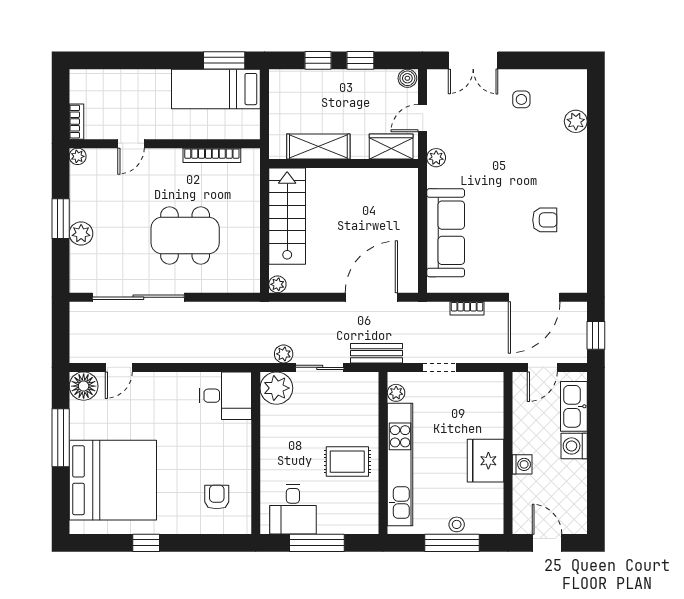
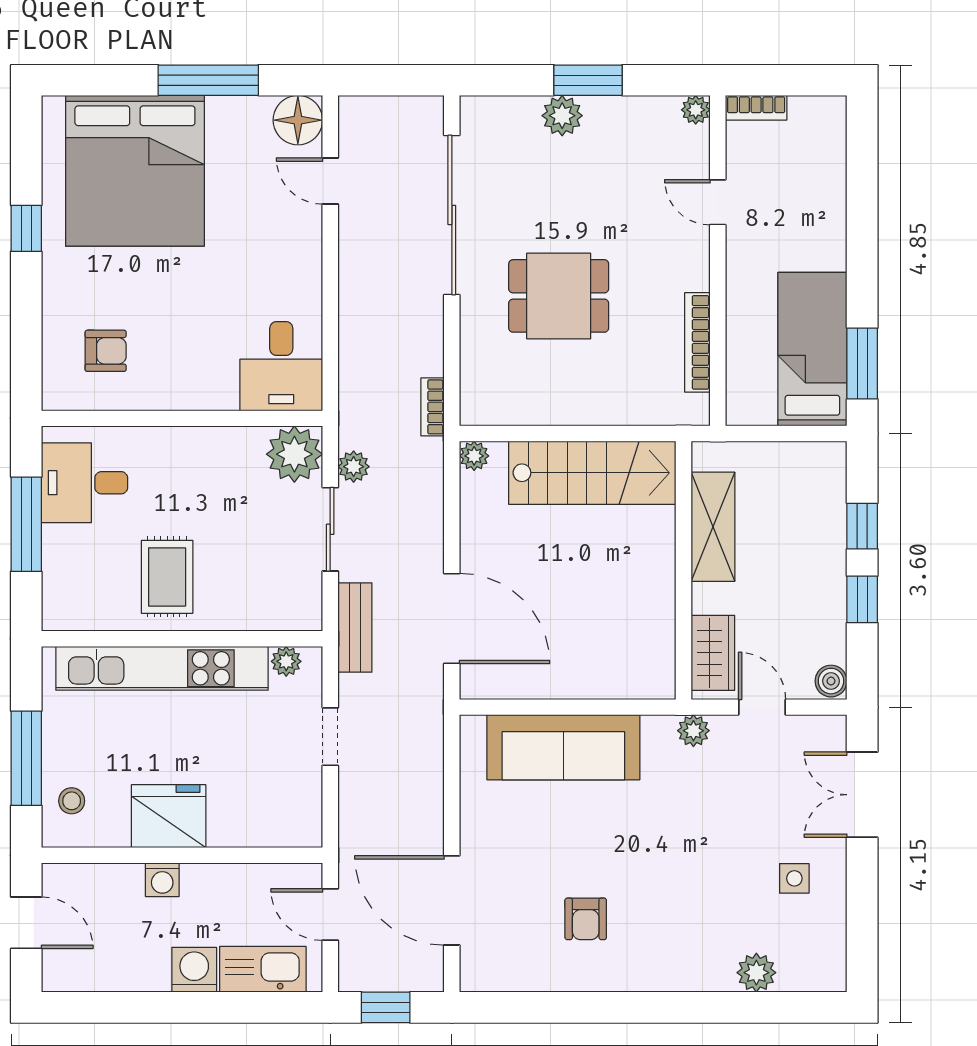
dining table: (185, 235) -> (559, 296), width x0.73
bookcase: (467, 308) -> (433, 407), moved
stool: (457, 524) -> (72, 801), moved
door: (547, 543) -> (26, 923), hinge flipped

